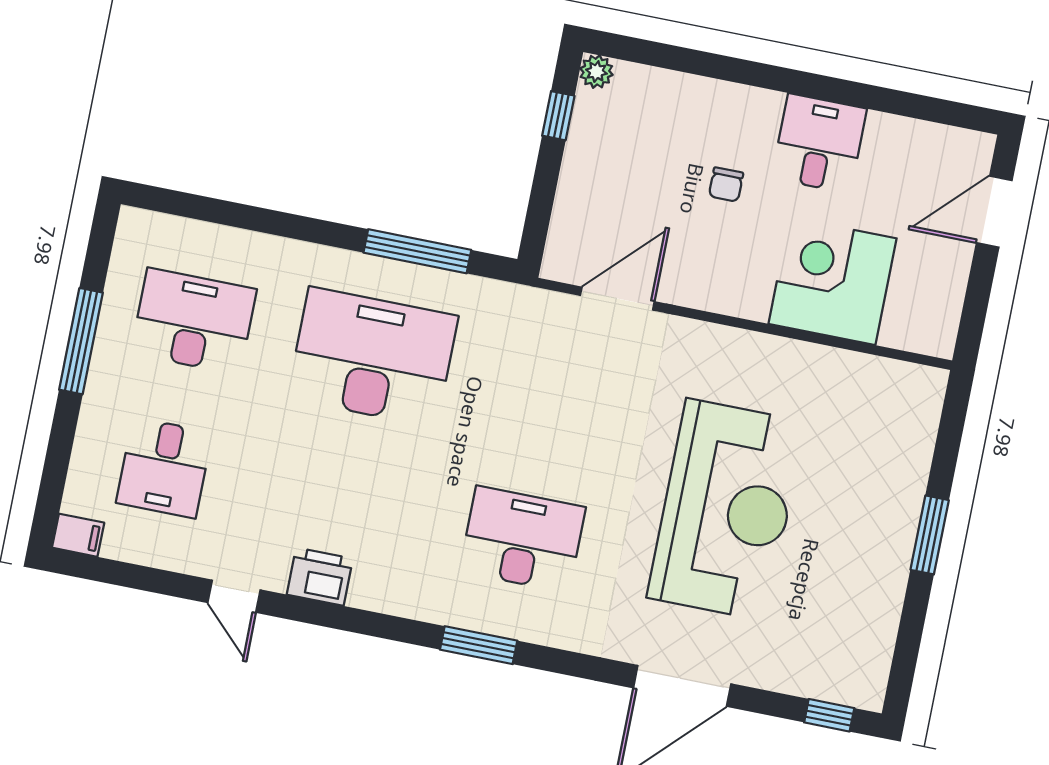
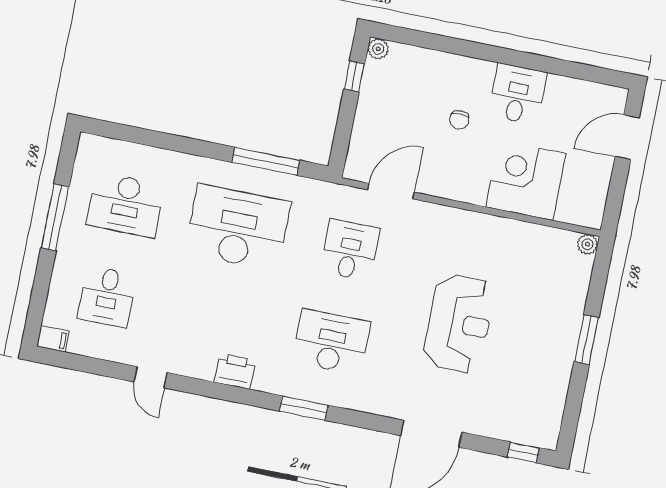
desk: (194, 321) -> (126, 205), turned 180
plant: (931, 383) -> (587, 244), added
desk: (552, 393) -> (350, 250), added
reception desk: (726, 510) -> (459, 323), width x0.74, depth x0.77
printer: (320, 577) -> (235, 371), moved

